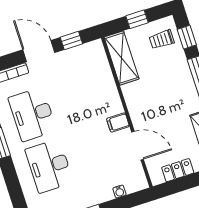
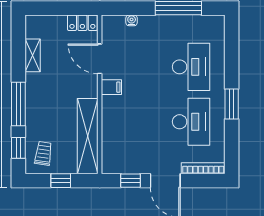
trolley: (162, 39) -> (43, 153), turned -82
shelving: (122, 58) -> (88, 136), width x1.47
locker: (178, 170) -> (82, 23), moved

